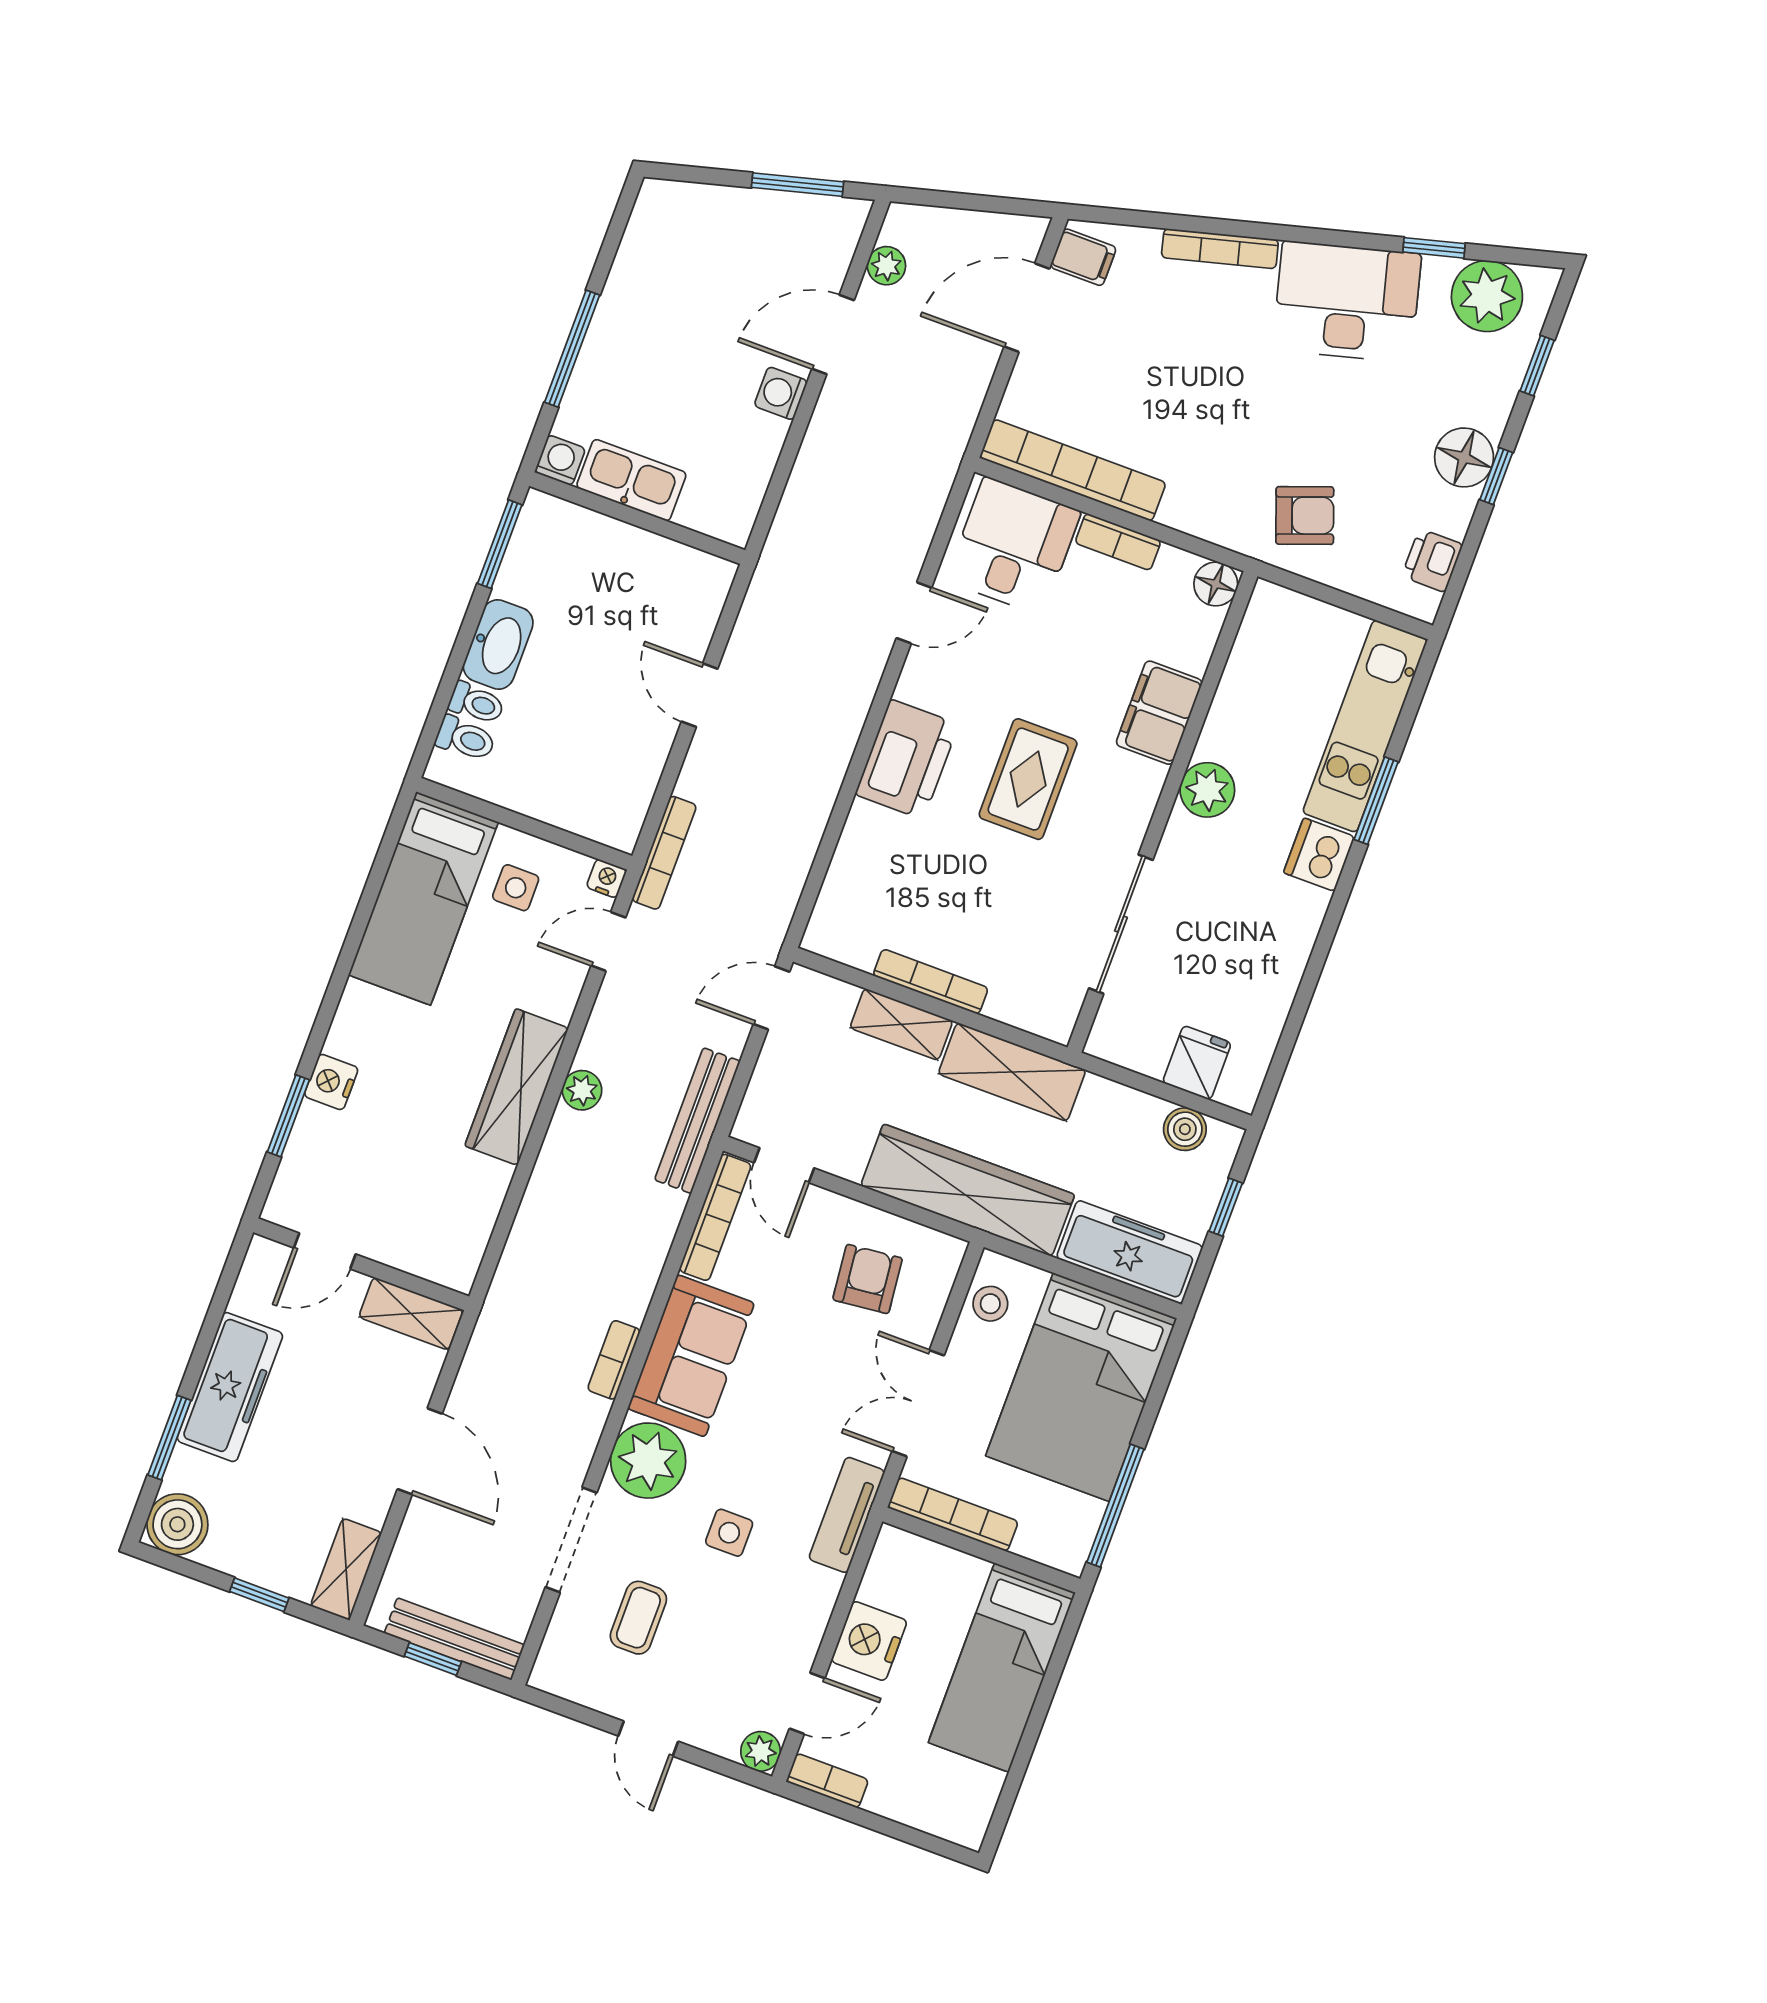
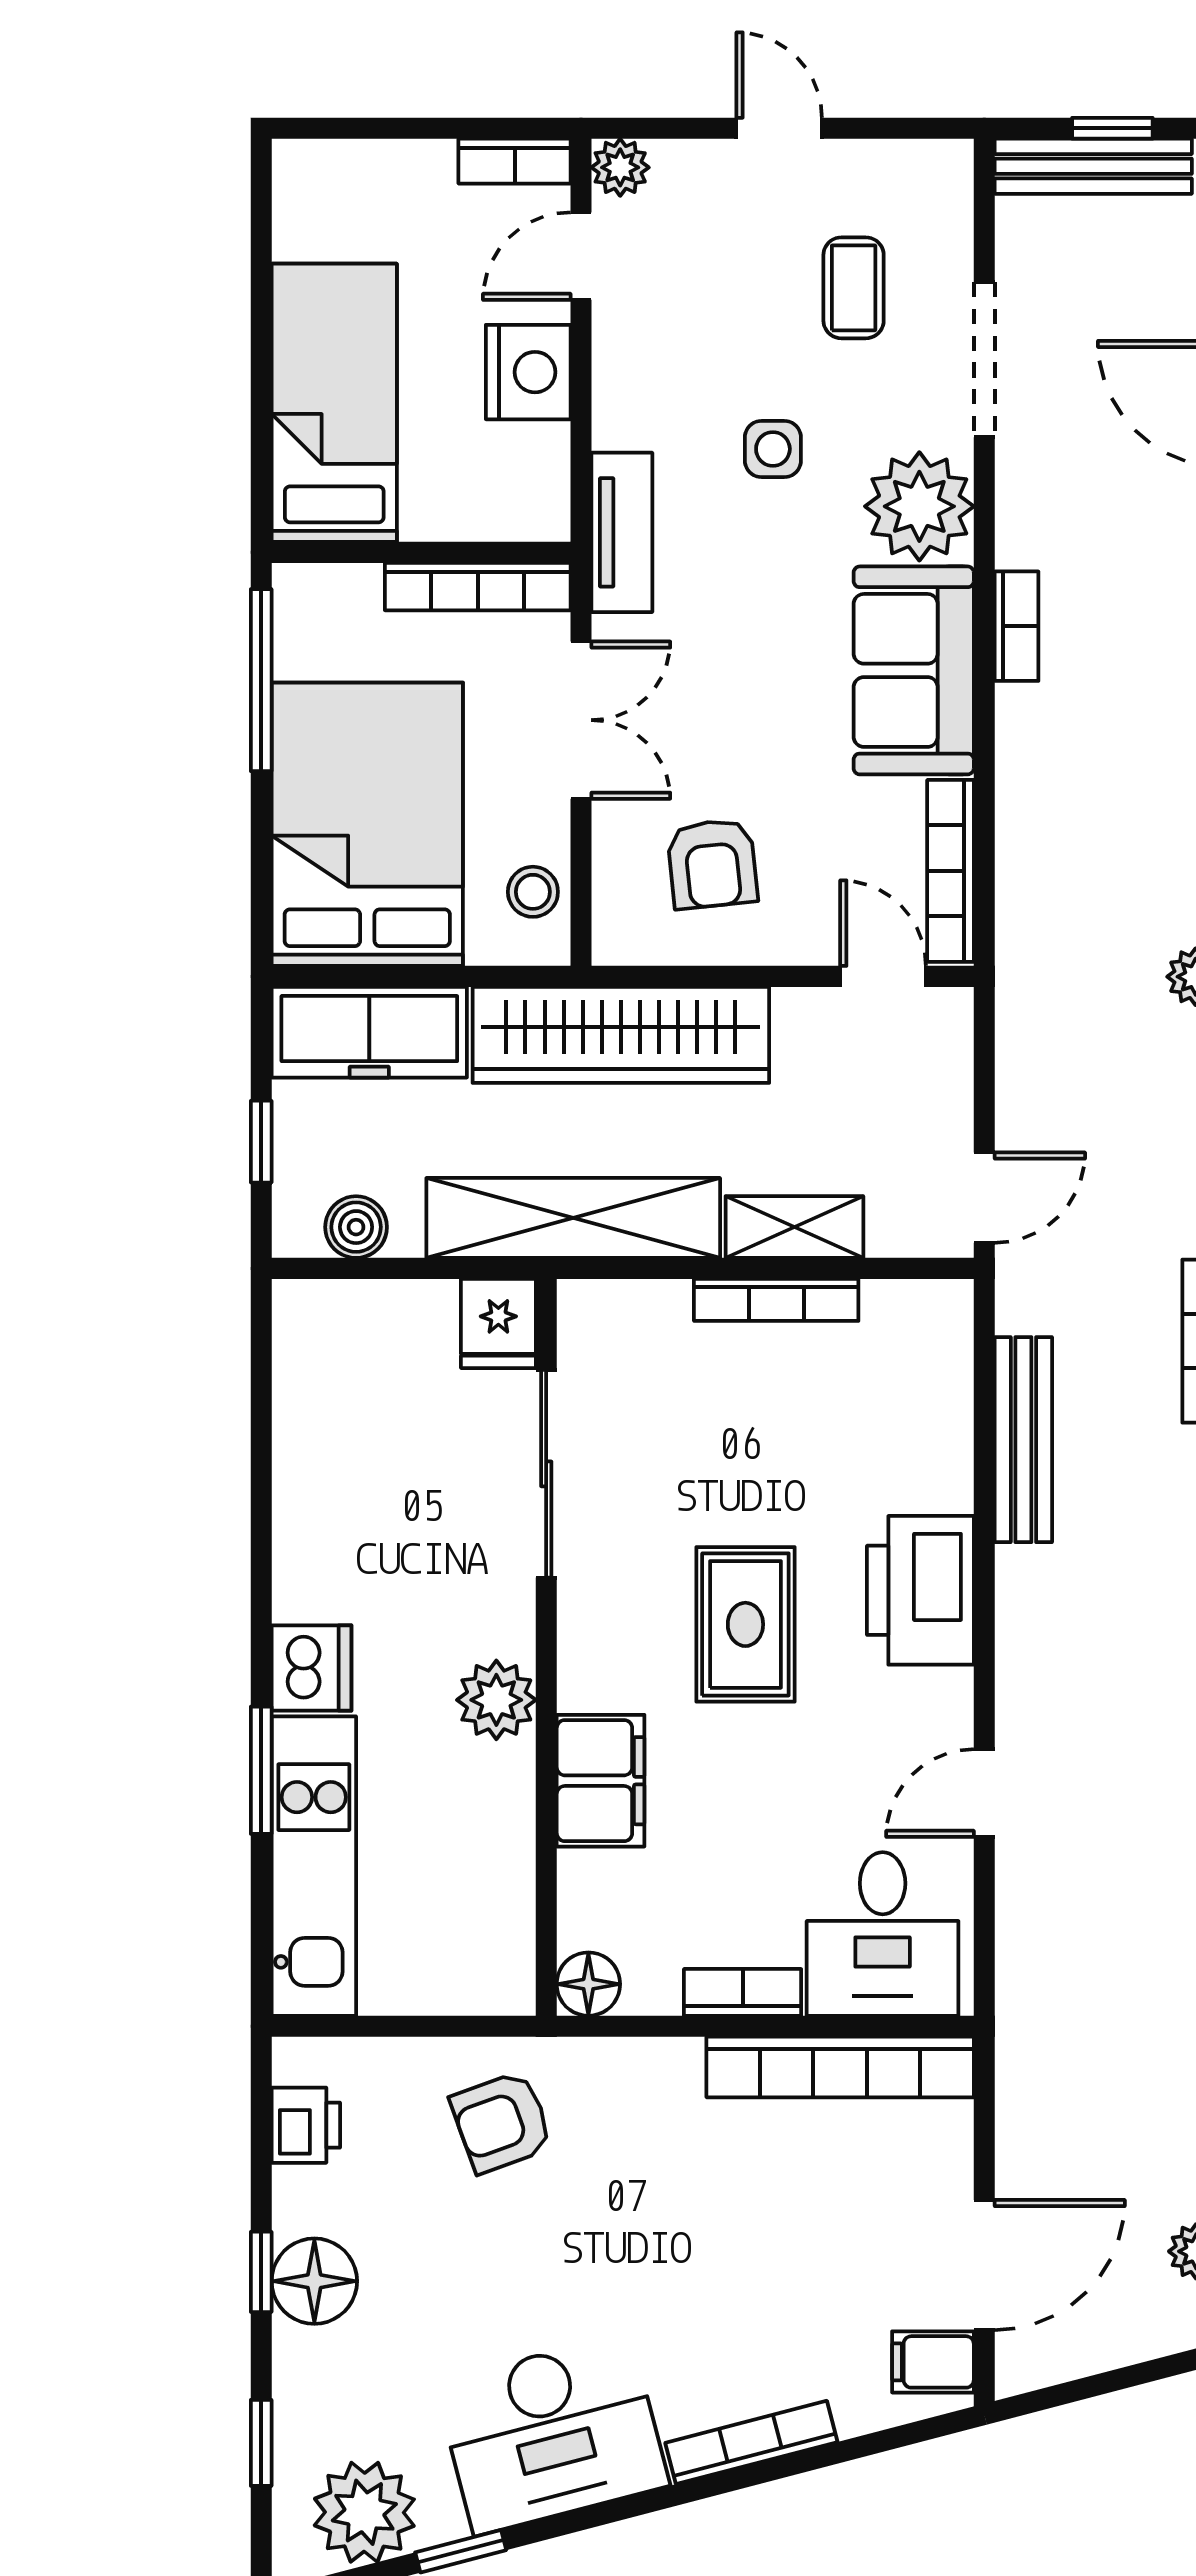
fridge: (1197, 1063) -> (498, 1323), moved
shelving: (1012, 1072) -> (573, 1218), width x1.47
bench: (697, 1121) -> (1023, 1440), moved

